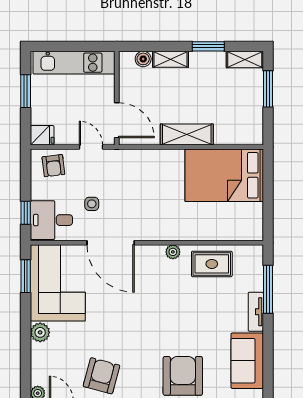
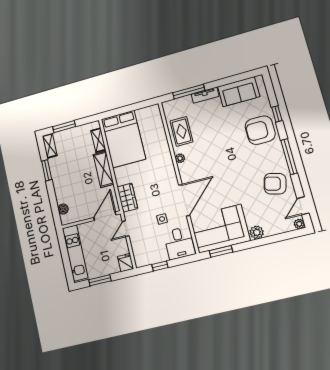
shelving: (171, 59) -> (98, 140), moved
wardrobe: (135, 160) -> (127, 198), added
armchair: (53, 166) -> (143, 250), removed
window: (26, 213) -> (160, 266), moved

